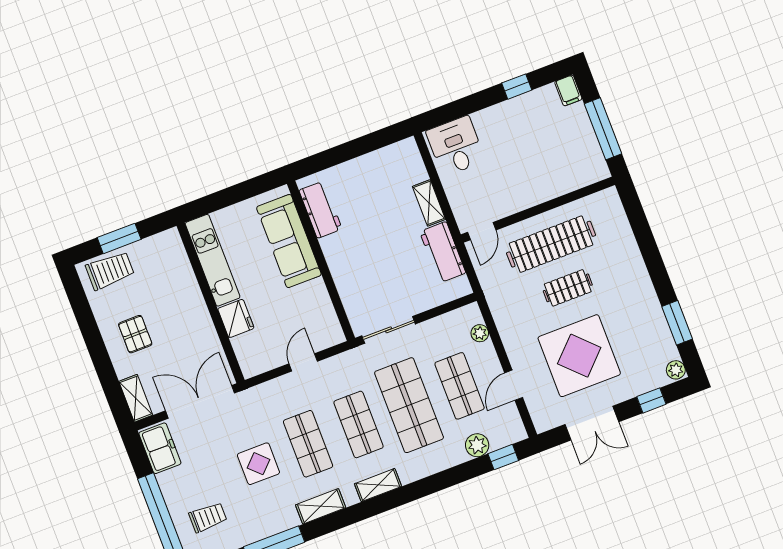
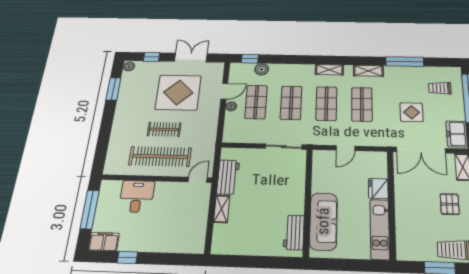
filing cabinet: (568, 91) -> (104, 242), width x2.00
desk: (456, 146) -> (137, 196), moved, turned 180
plant: (480, 333) -> (231, 106), moved
shop shelf: (409, 405) -> (291, 103), width x0.70, depth x0.74
display table: (258, 464) -> (411, 112), moved

